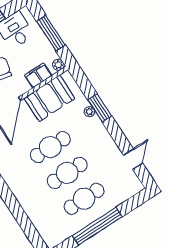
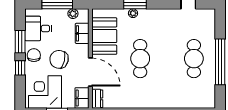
plant: (58, 65) -> (73, 14), moved
cafe table: (67, 173) -> (167, 59), removed

